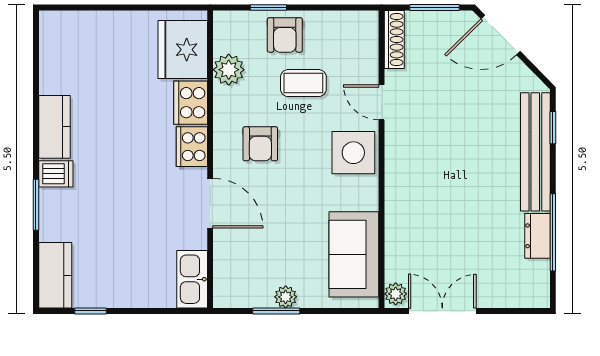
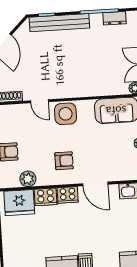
coffee table: (303, 83) -> (32, 141), removed
door: (382, 102) -> (39, 101), hinge flipped
door: (210, 203) -> (95, 184), swing flipped
dresser: (537, 236) -> (114, 18), moved

